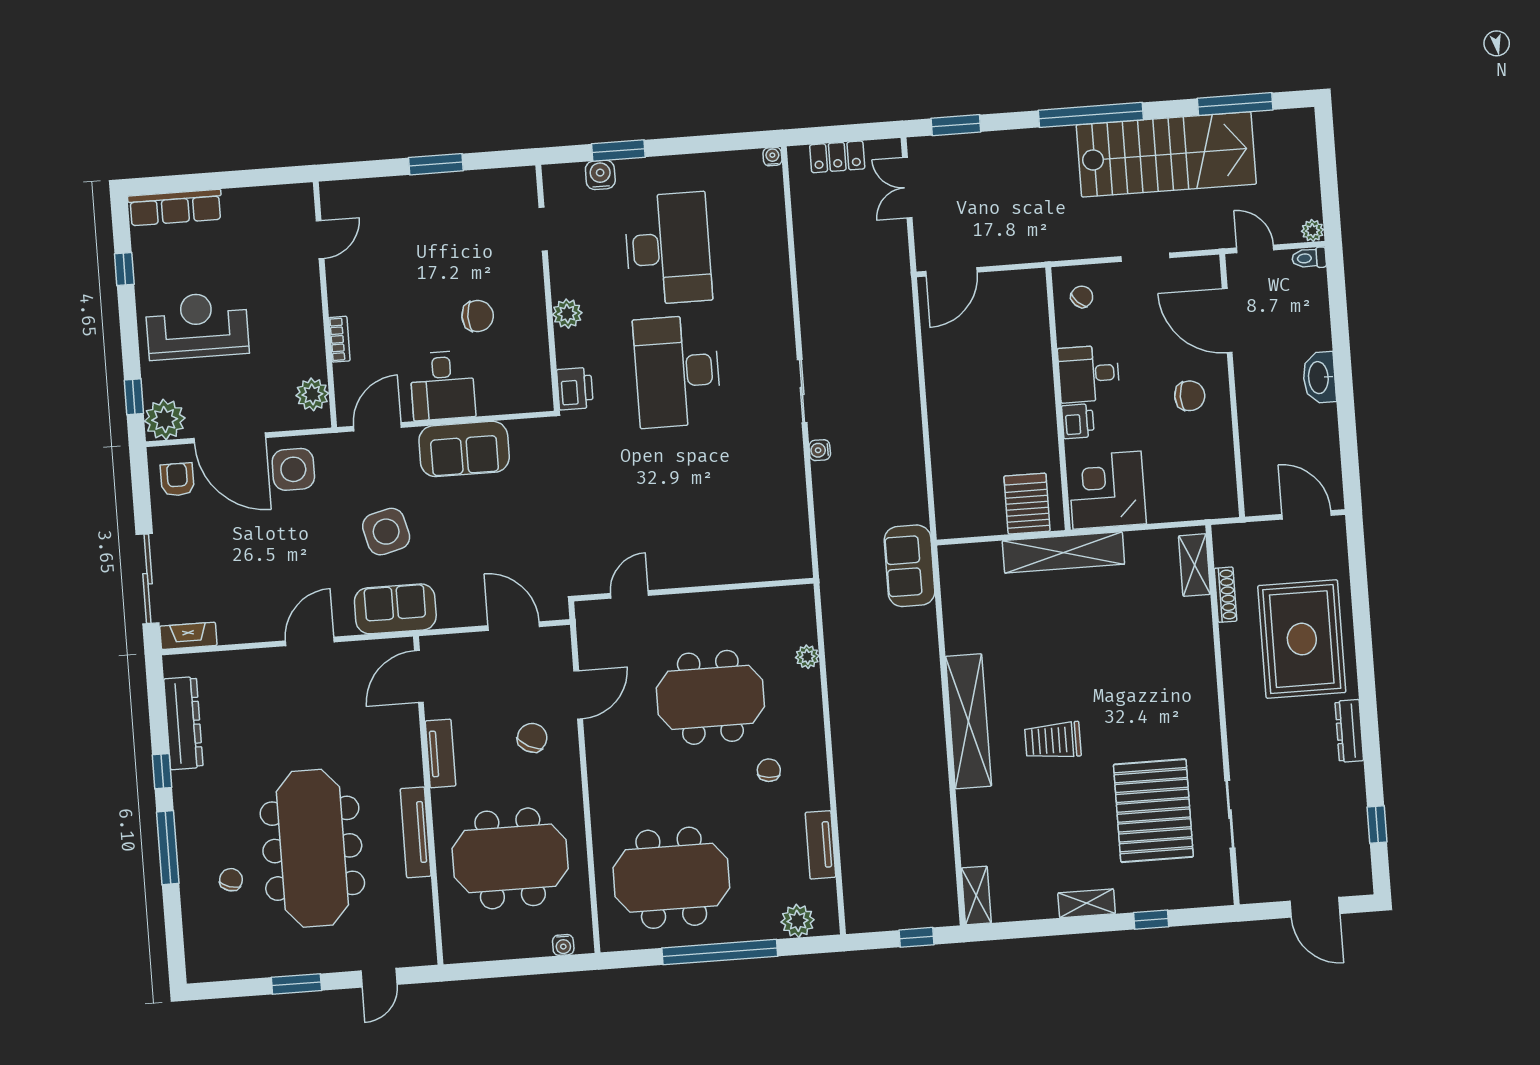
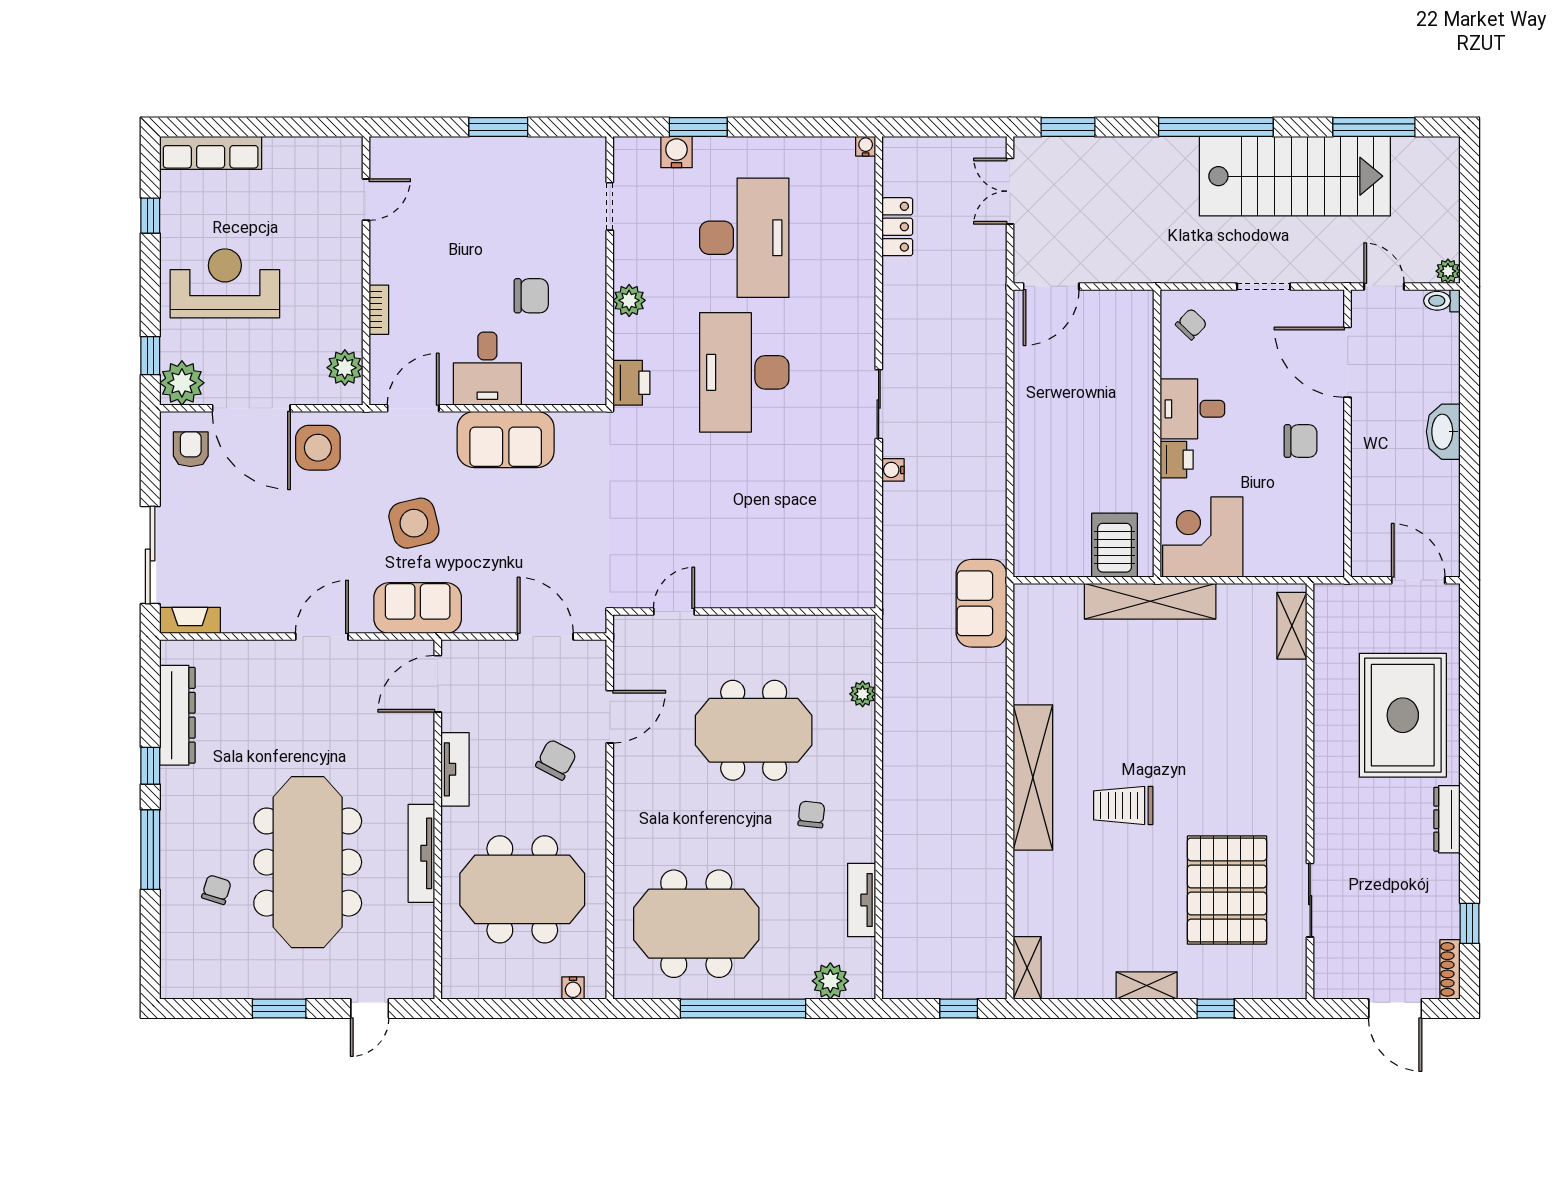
locker: (837, 157) -> (897, 227), moved, turned -90
shoe rack: (1226, 595) -> (1450, 969), moved, turned 180

